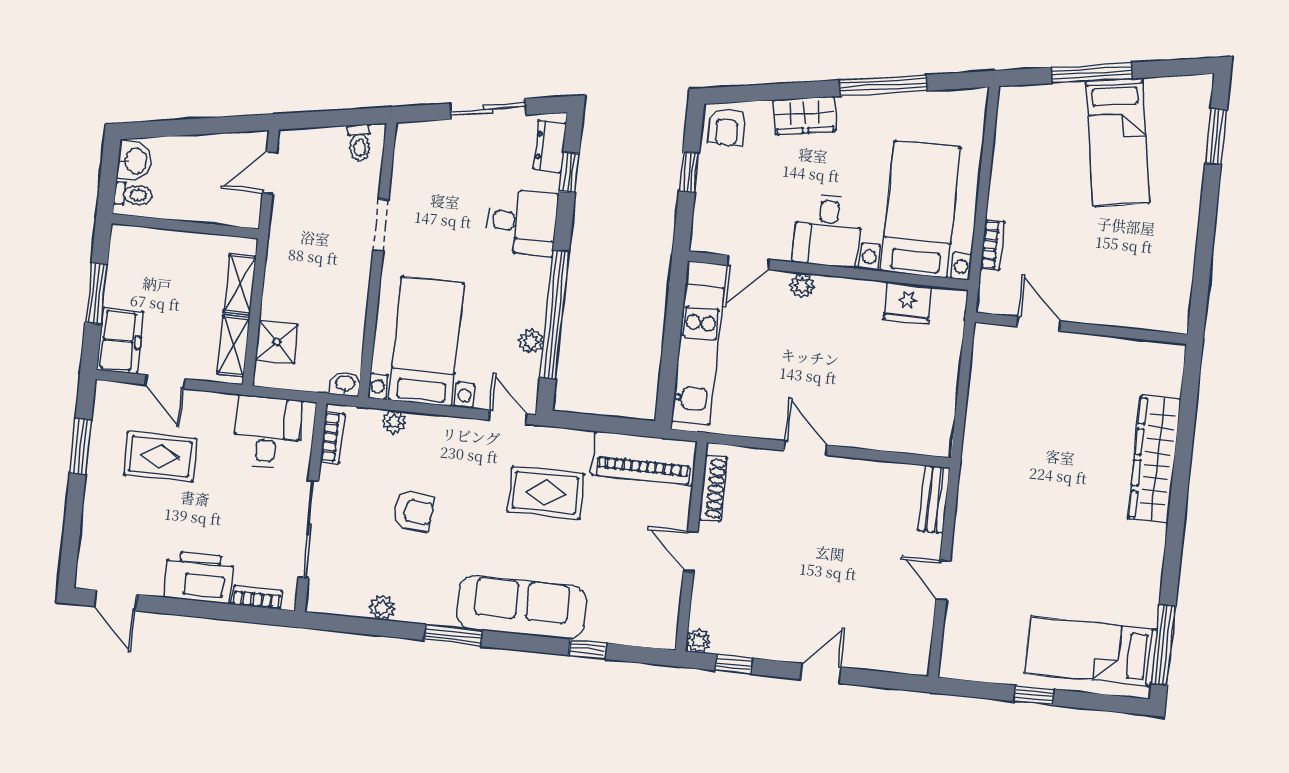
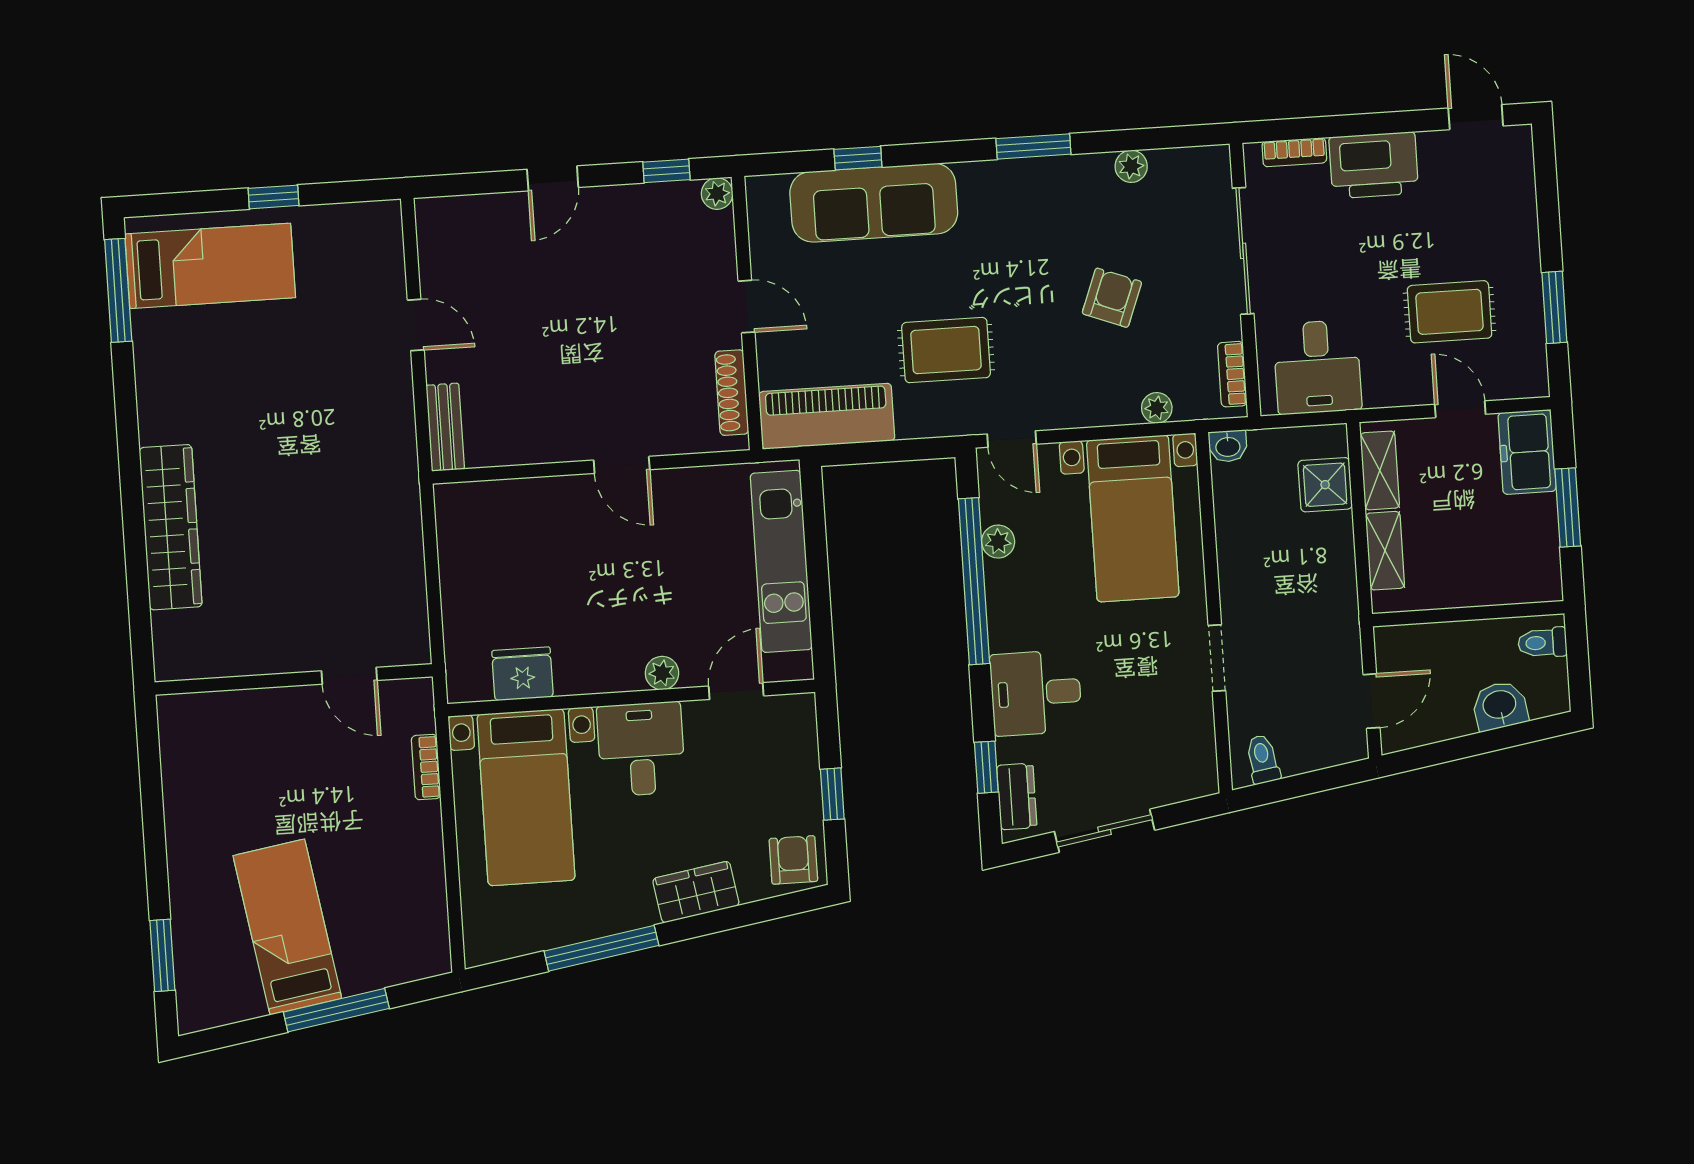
washbasin: (135, 161) -> (1500, 706), moved, turned 81
armchair: (414, 511) -> (1112, 298), turned 105
sofa: (522, 607) -> (874, 203), moved

